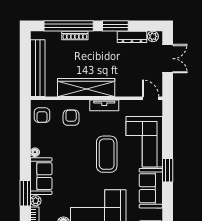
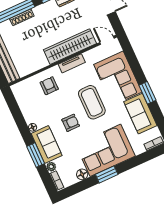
wardrobe: (86, 88) -> (70, 47), moved
armchair: (42, 115) -> (71, 123), moved, turned -90
window: (25, 193) -> (36, 155), moved

